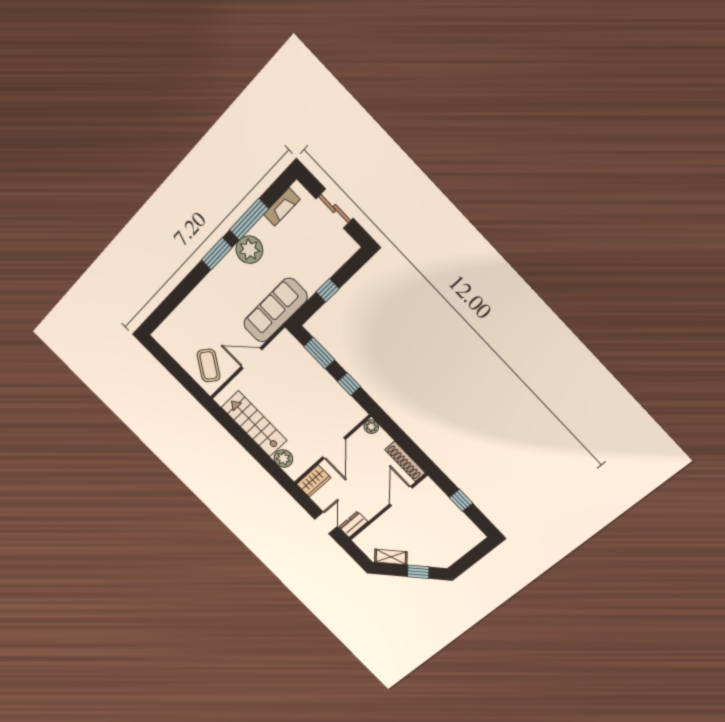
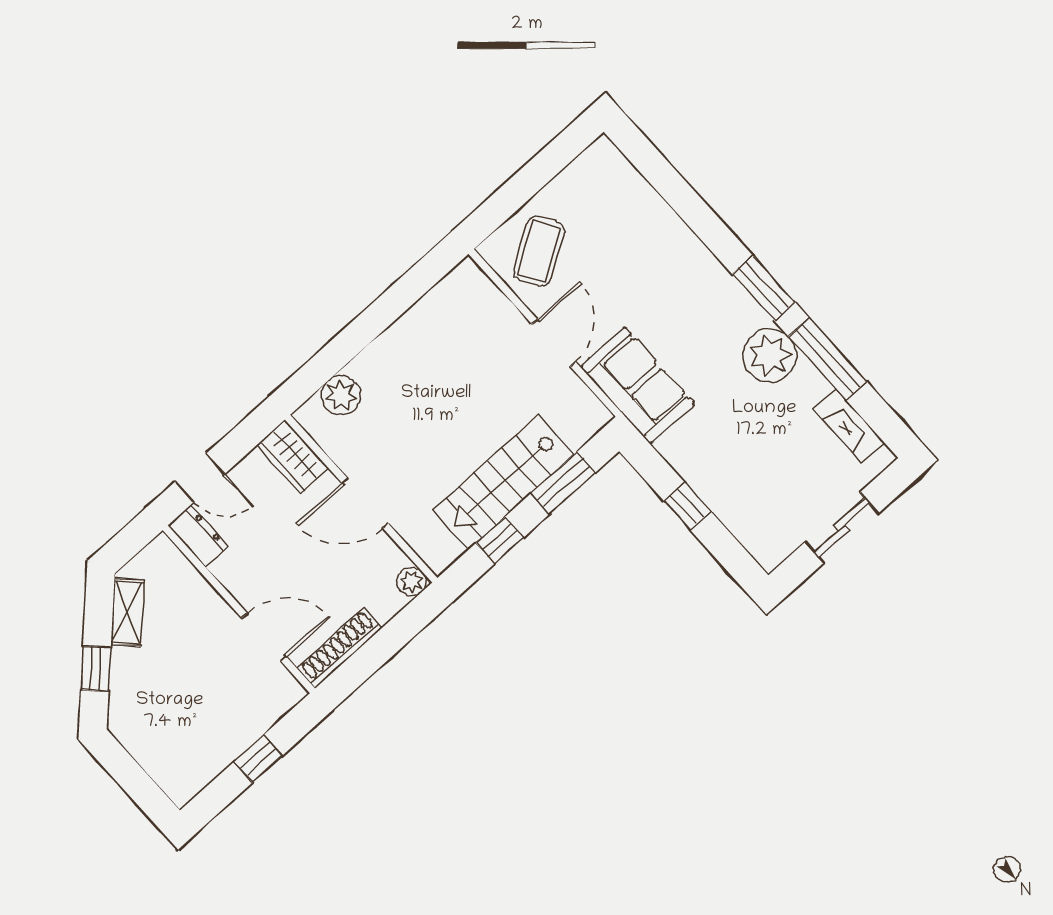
sofa: (275, 310) -> (638, 385), width x0.73
coffee table: (209, 365) -> (539, 251), turned -67
stairs: (254, 424) -> (503, 482), moved, turned 180

